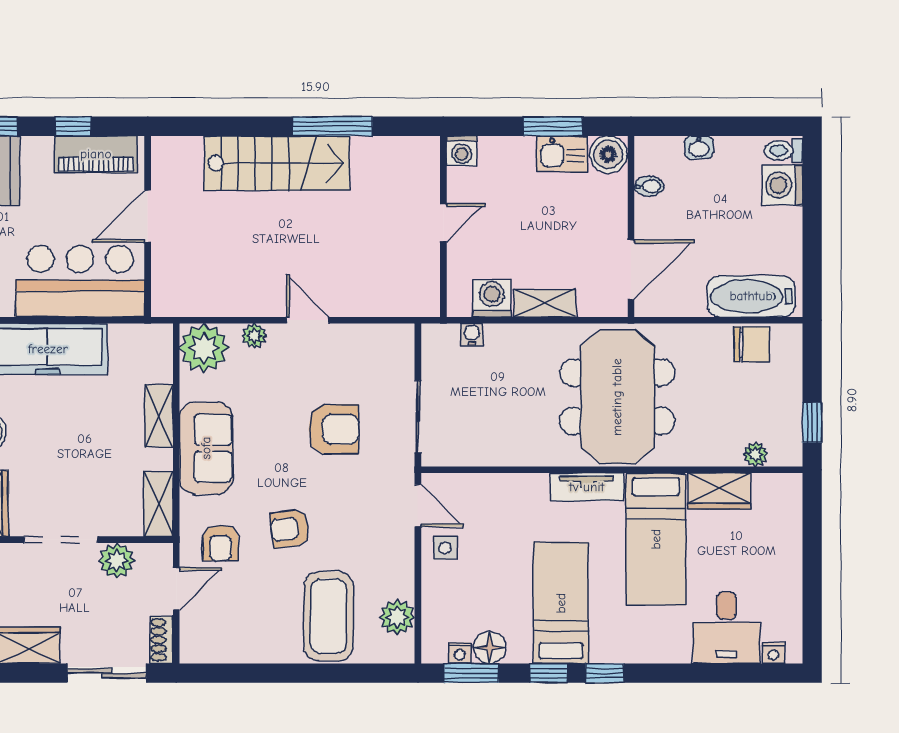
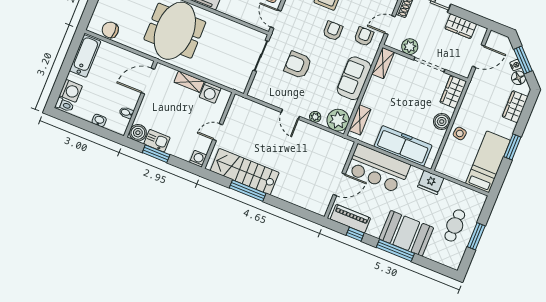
stairs: (277, 163) -> (245, 172), moved
bathtub: (751, 296) -> (85, 56), moved, turned -90
water cooler: (472, 334) -> (225, 81), removed
shelving: (159, 416) -> (360, 120), moved
armchair: (290, 529) -> (333, 31), turned -83

